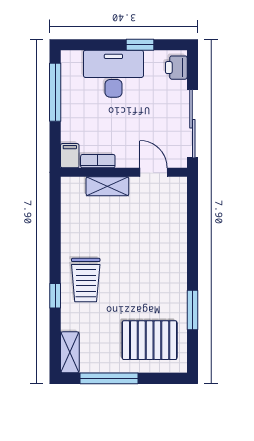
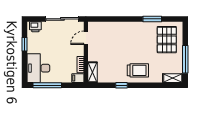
desk: (113, 74) -> (38, 68), moved
shelving: (107, 186) -> (93, 72), moved
window: (55, 296) -> (121, 85), moved

